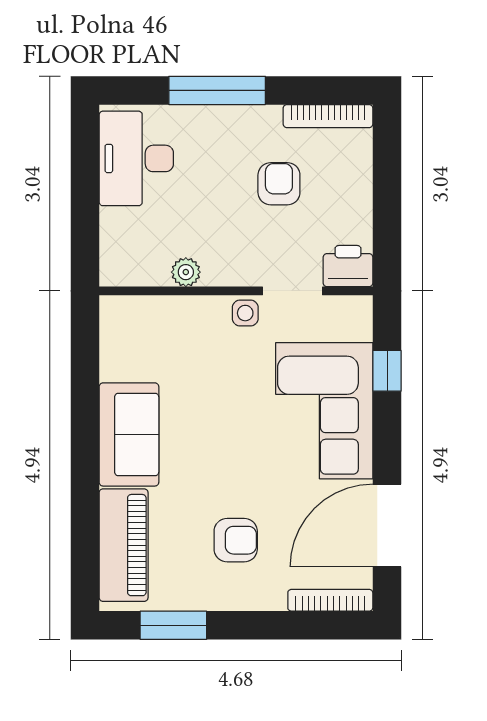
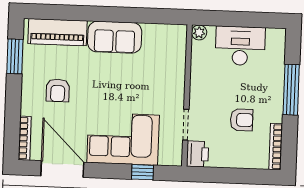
desk: (136, 158) -> (240, 46), moved
plant: (186, 272) -> (199, 33), moved
side table: (245, 313) -> (175, 100), removed

